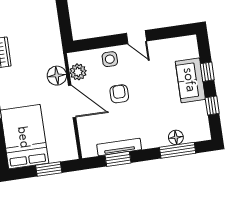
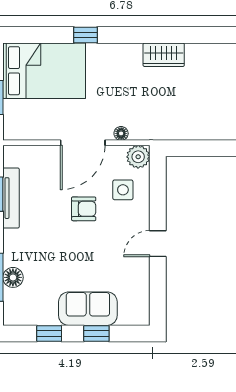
side table: (110, 59) -> (123, 190), moved
plant: (78, 72) -> (138, 157), moved
floor lamp: (57, 76) -> (121, 133), width x0.53, depth x0.53

